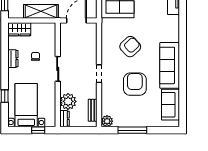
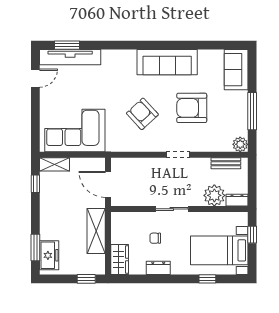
sofa: (170, 105) -> (236, 70), moved, turned 90

